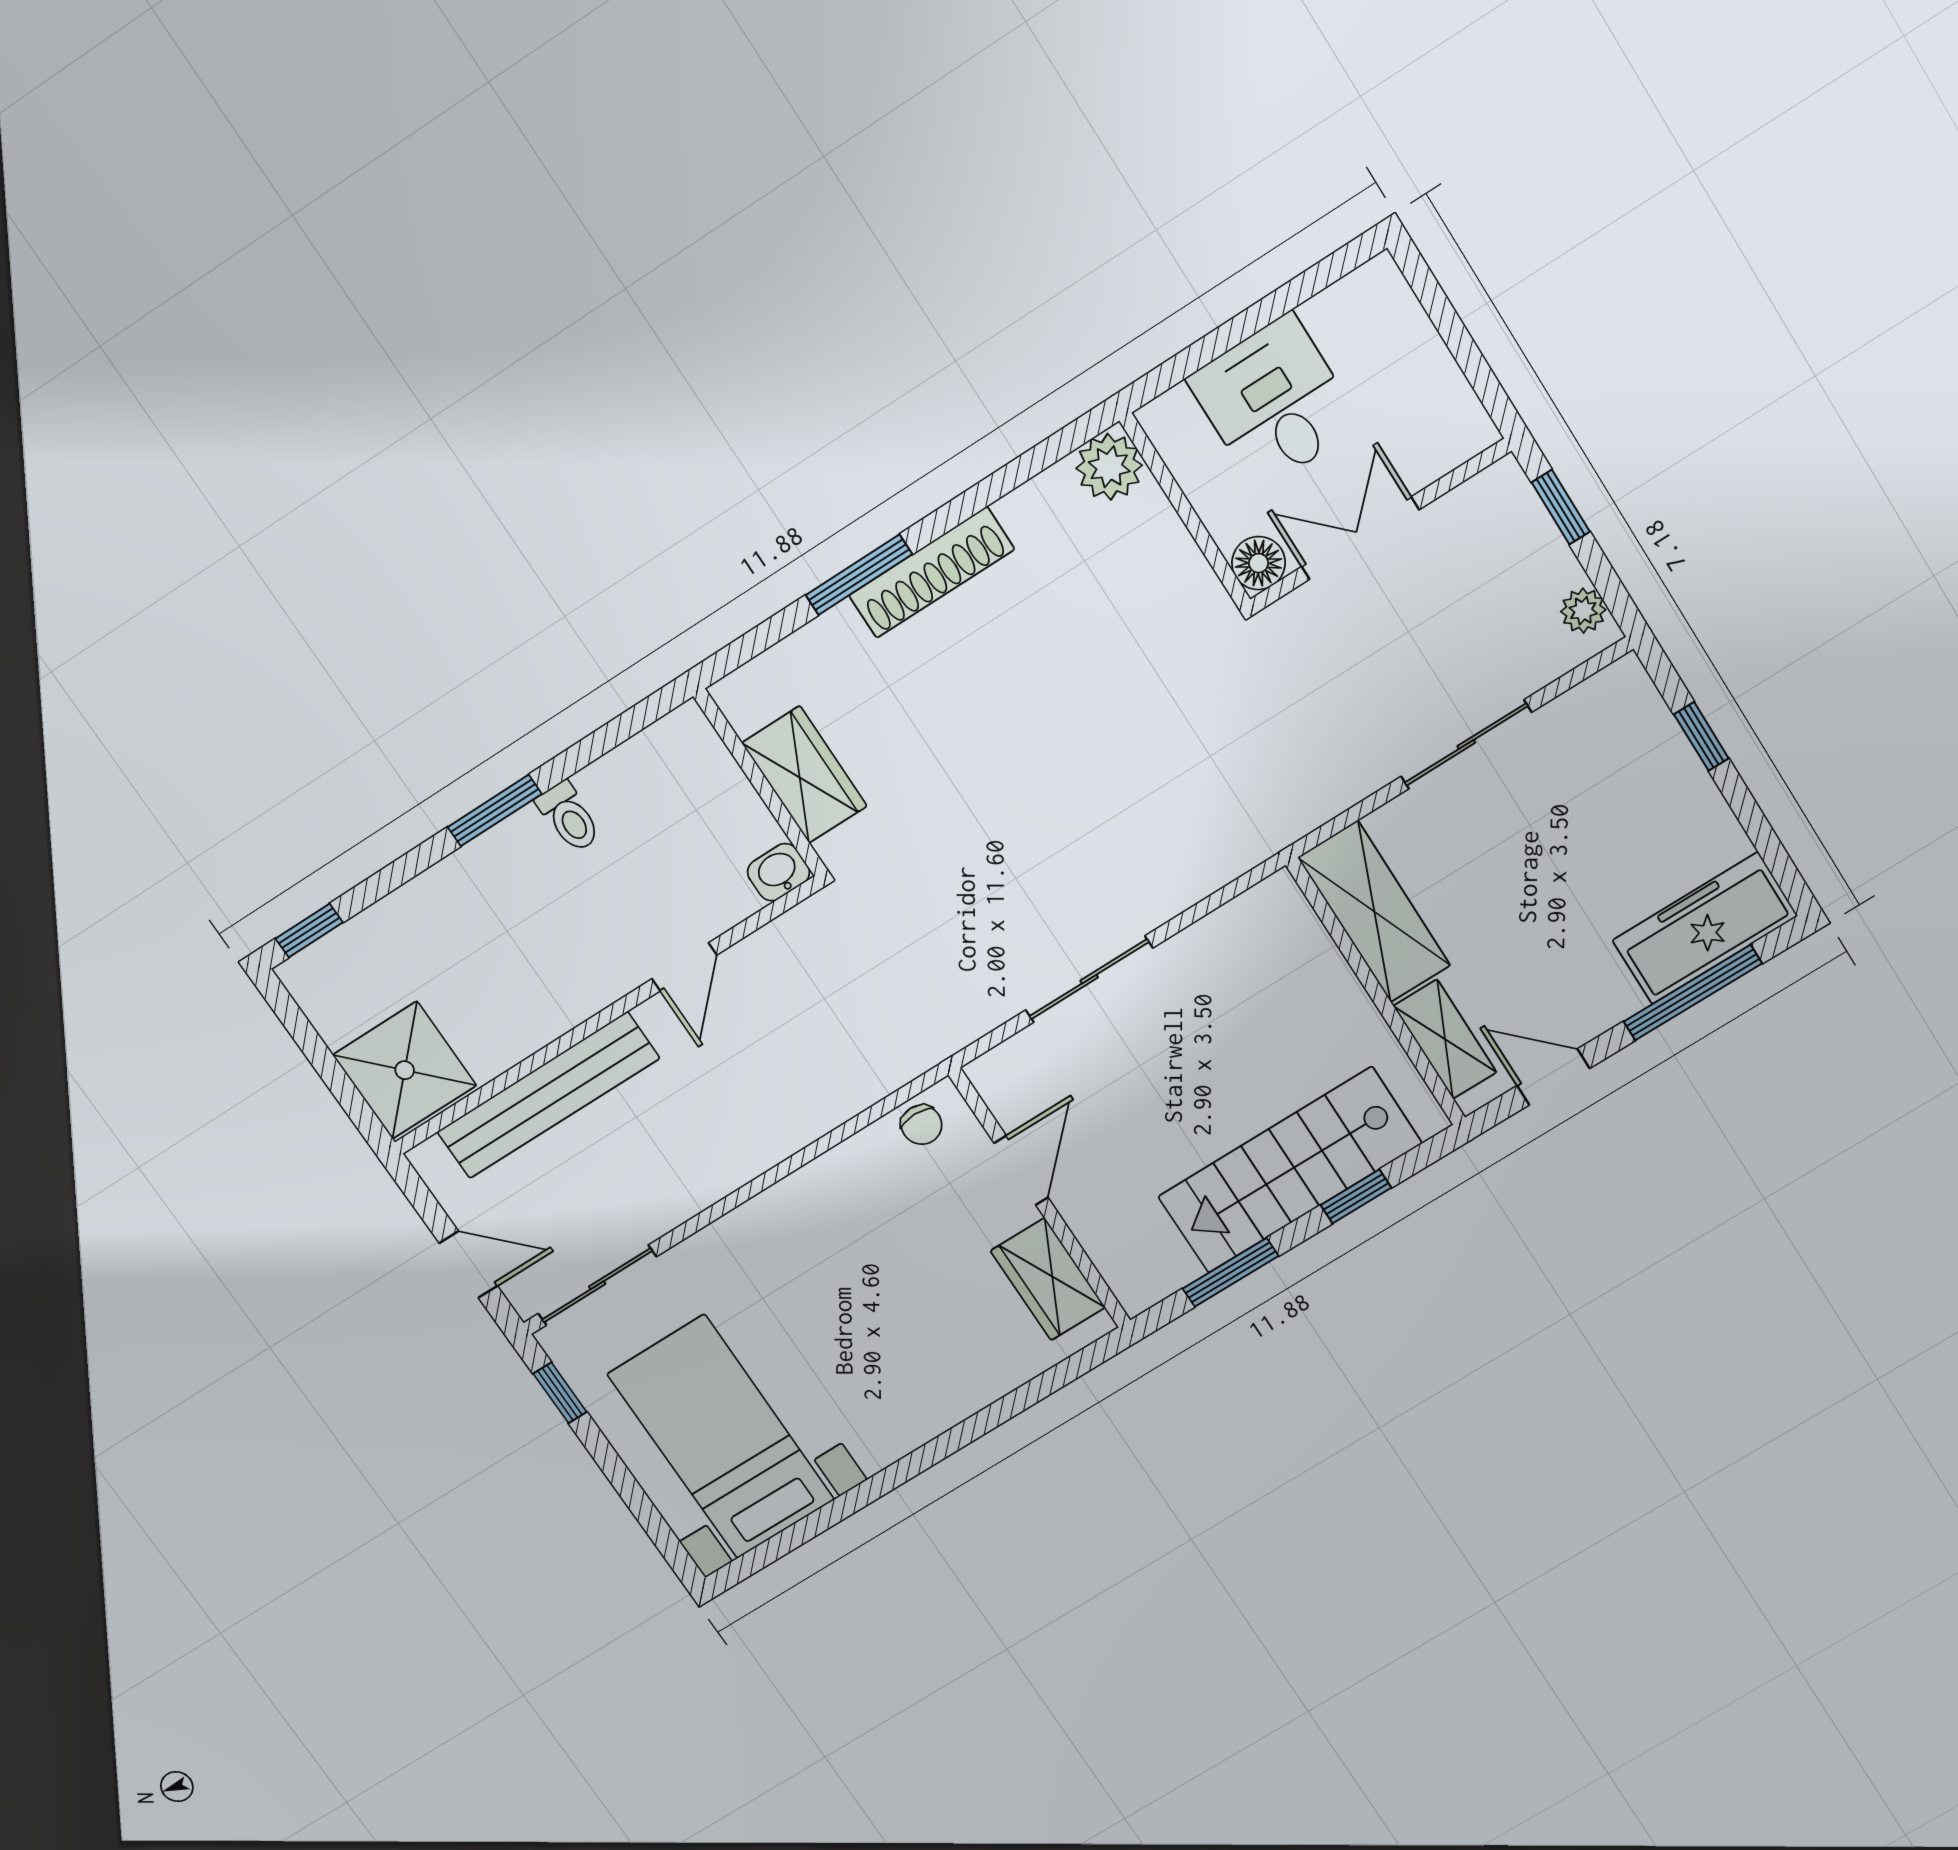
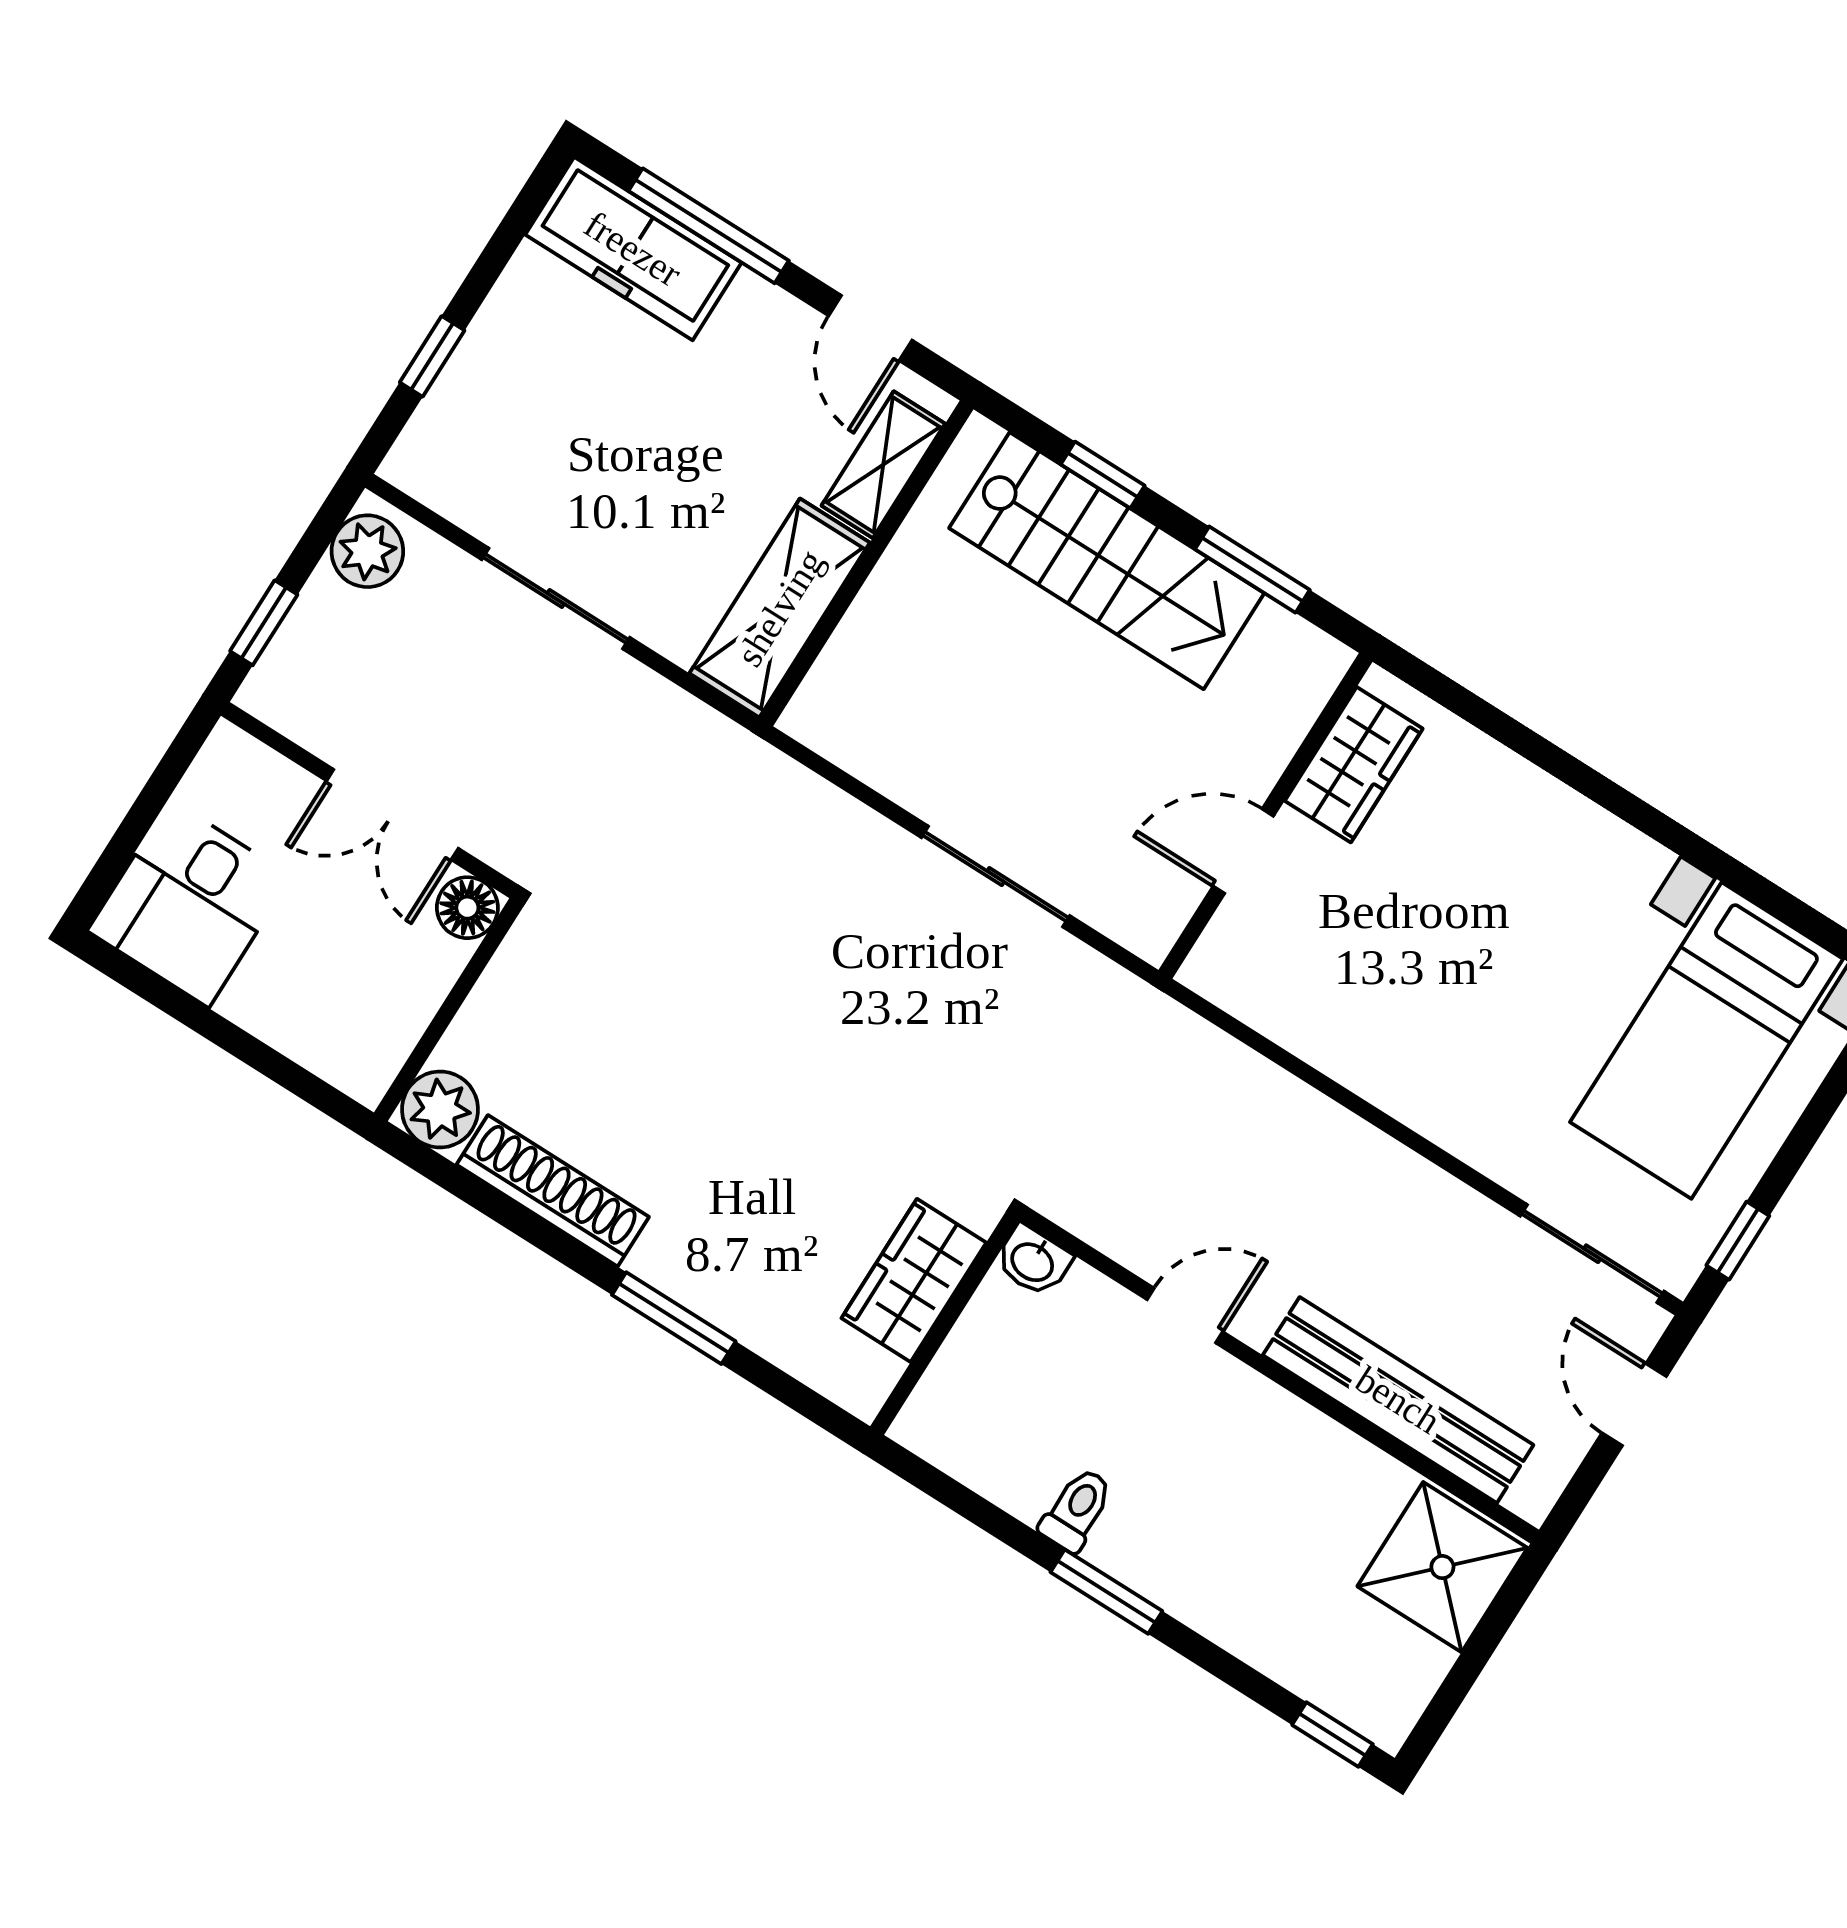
desk: (1274, 402) -> (189, 904), moved
shoe rack: (932, 572) -> (553, 1191), moved
plant: (1583, 611) -> (367, 551), width x1.38, depth x1.38
chair: (921, 1125) -> (1242, 982), removed

